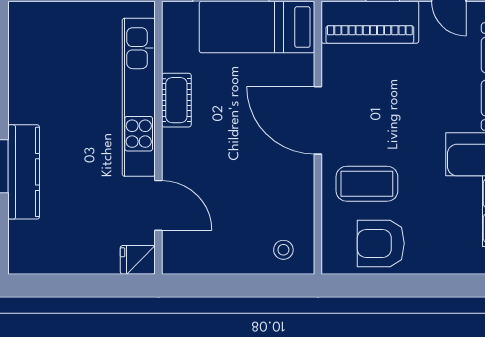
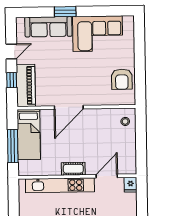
cot: (176, 100) -> (73, 169), moved
coffee table: (367, 184) -> (96, 86), removed

